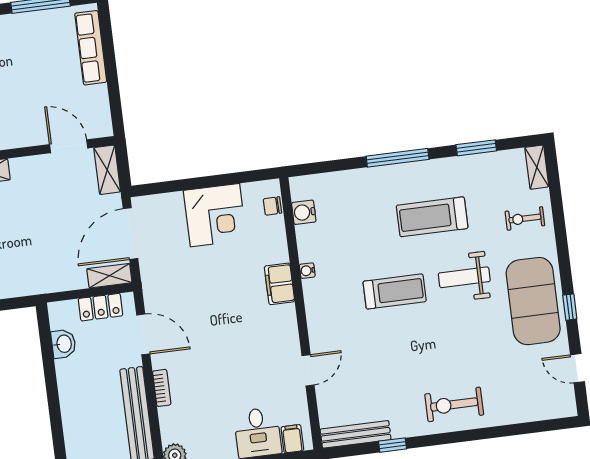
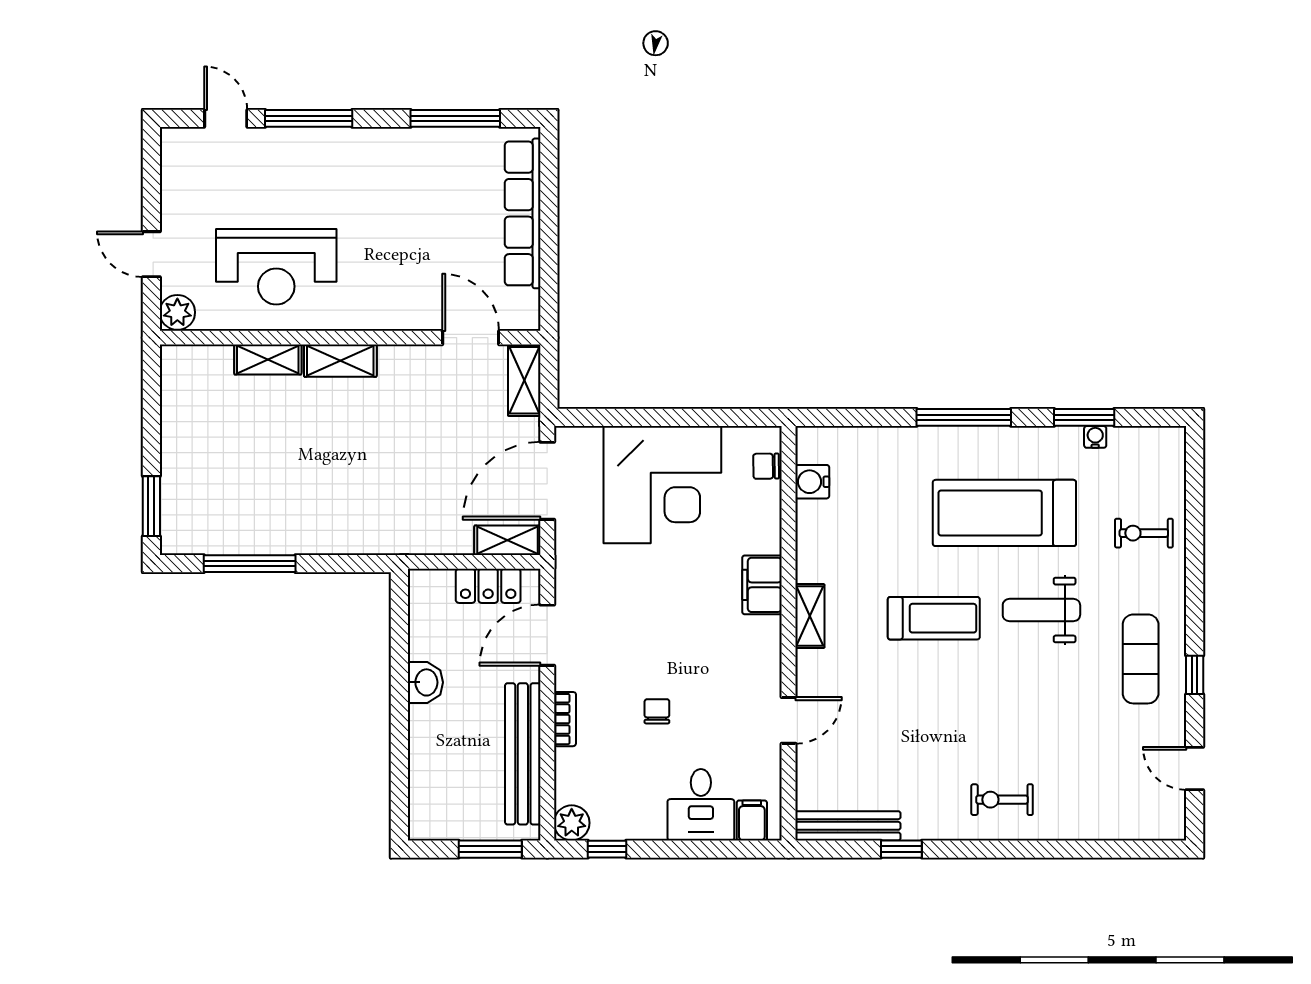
row of seats: (91, 48) -> (523, 213), width x1.36
shelving: (537, 167) -> (810, 616), moved
corner desk: (215, 215) -> (662, 485), width x1.36, depth x1.36
treadmill: (432, 217) -> (1004, 513), width x1.37, depth x1.37
water cooler: (307, 271) -> (1095, 437), moved, turned 90
exercise mat: (533, 301) -> (1141, 659), width x0.50, depth x0.69
door: (143, 334) -> (547, 635), swing flipped
washbasin: (63, 344) -> (425, 682), moved
chair: (221, 375) -> (657, 711), added
exercise bike: (454, 404) -> (1002, 800), width x0.73, depth x0.72

